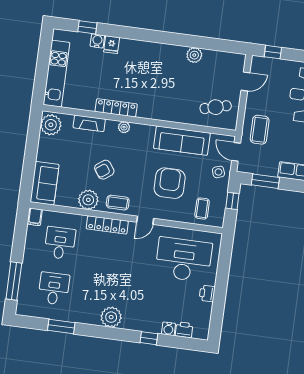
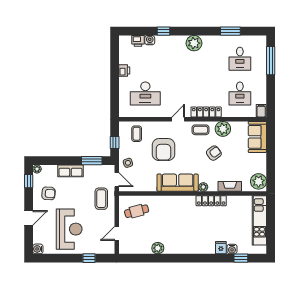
window: (273, 52) -> (89, 258), moved
sofa: (182, 141) -> (178, 183), moved
desk: (184, 260) -> (145, 94), width x0.73, depth x0.77

